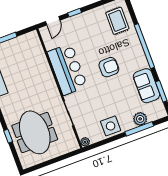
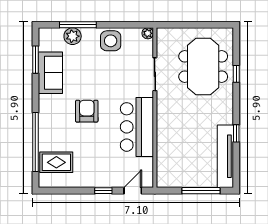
rug: (117, 21) -> (56, 162), turned 90
window: (144, 46) -> (35, 142), moved
armchair: (109, 67) -> (87, 111), turned 90

